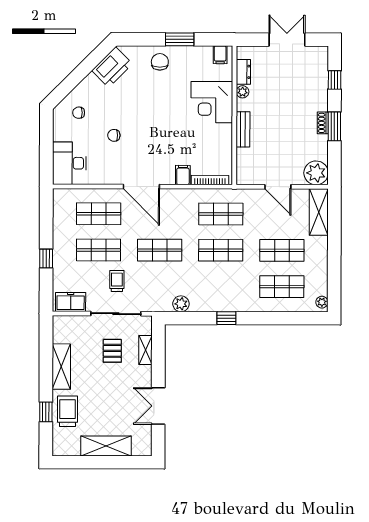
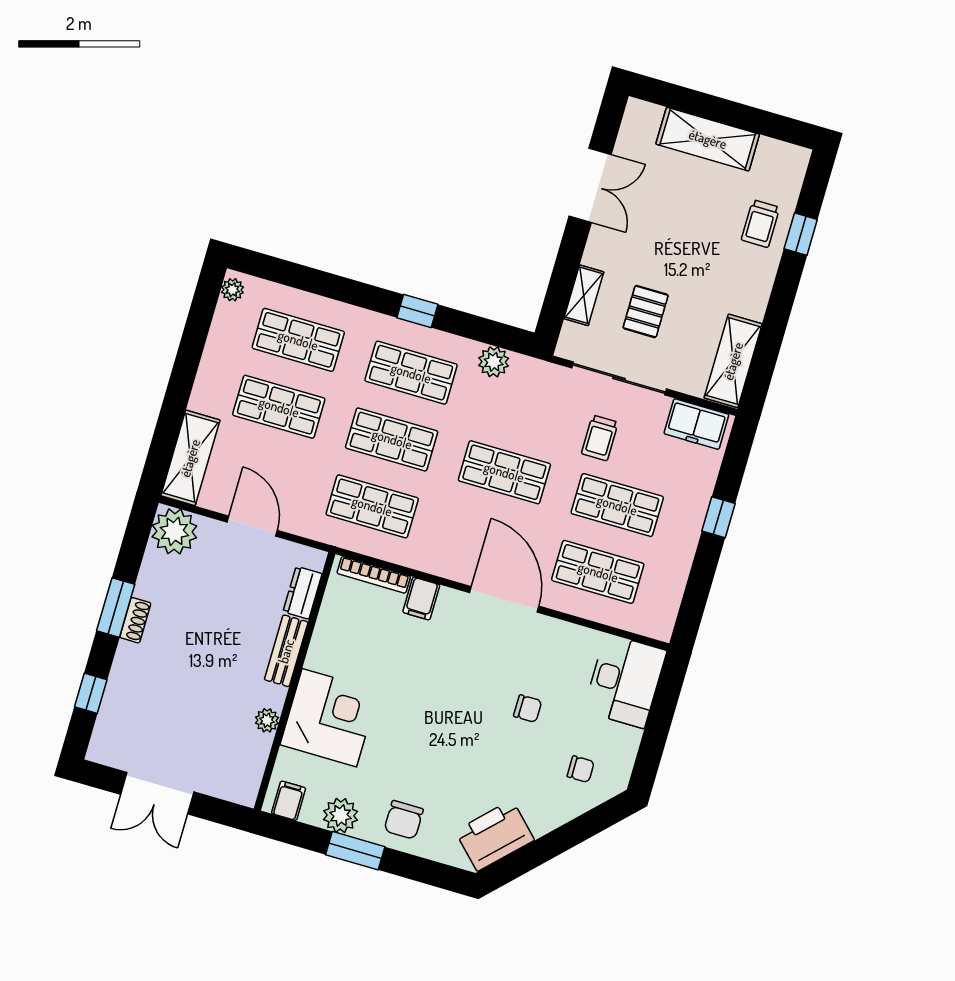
plant: (192, 55) -> (341, 815), added
dresser: (243, 72) -> (303, 593), moved
shop shelf: (221, 286) -> (411, 373), added
shelving: (61, 367) -> (733, 361), moved
trolley: (67, 411) -> (760, 224), width x0.73, depth x0.72

